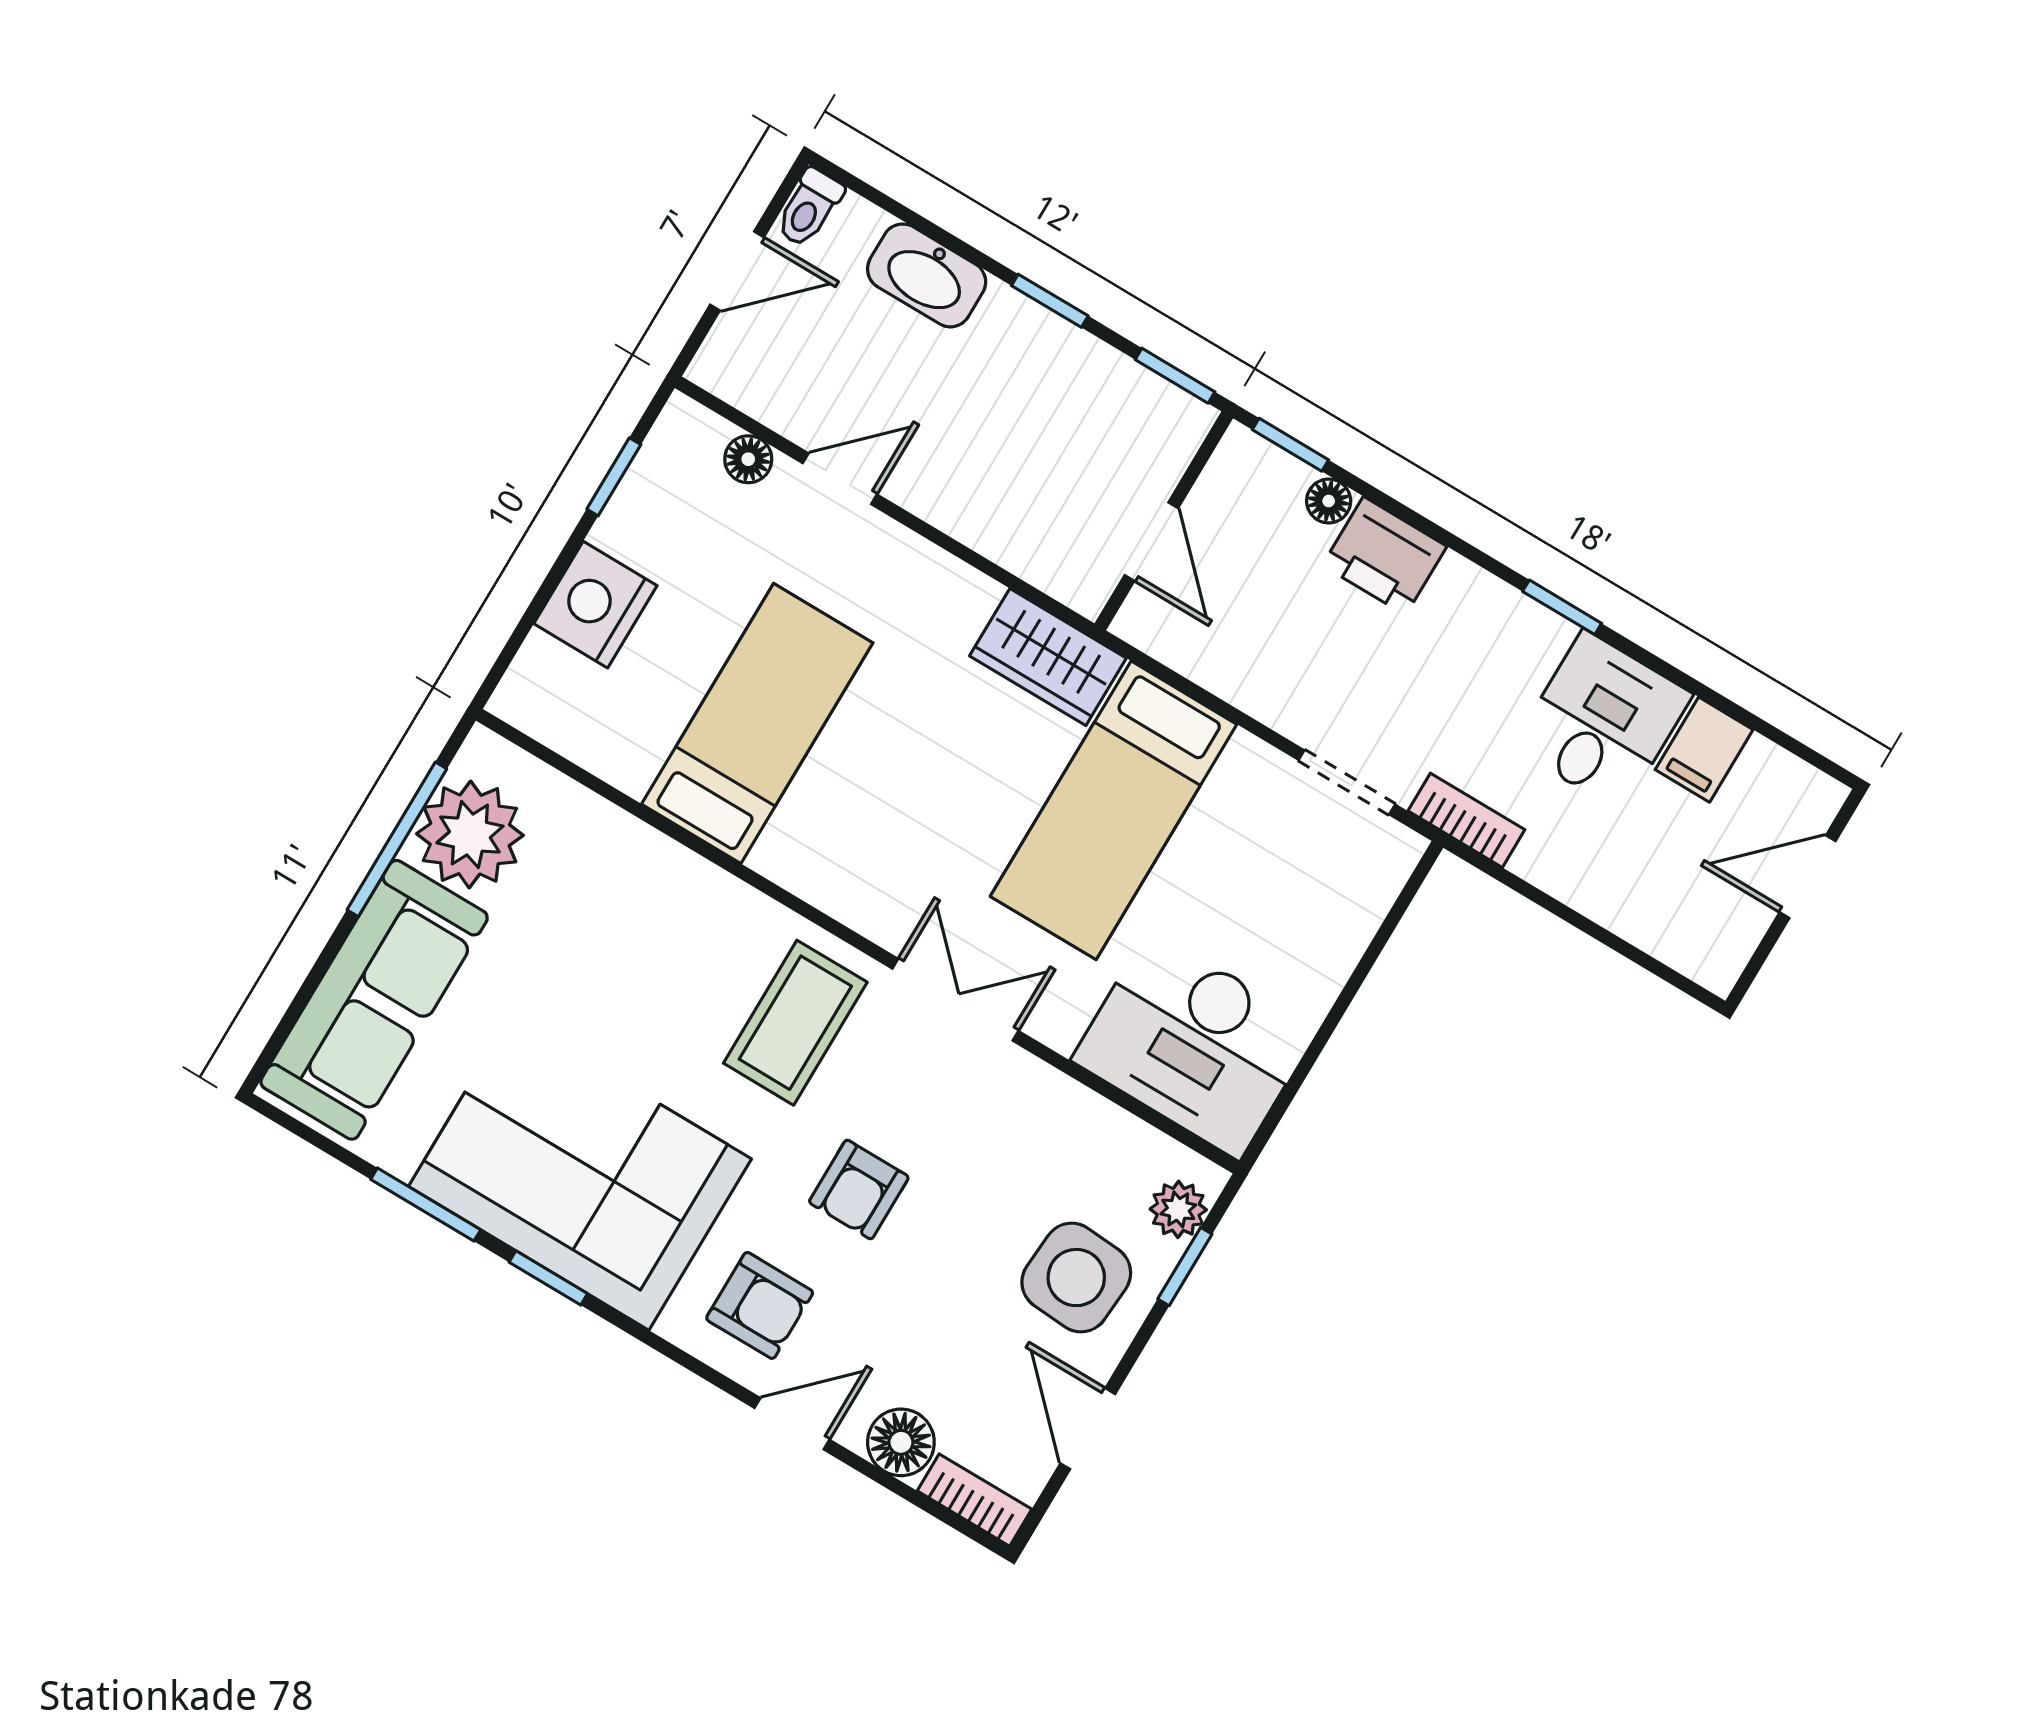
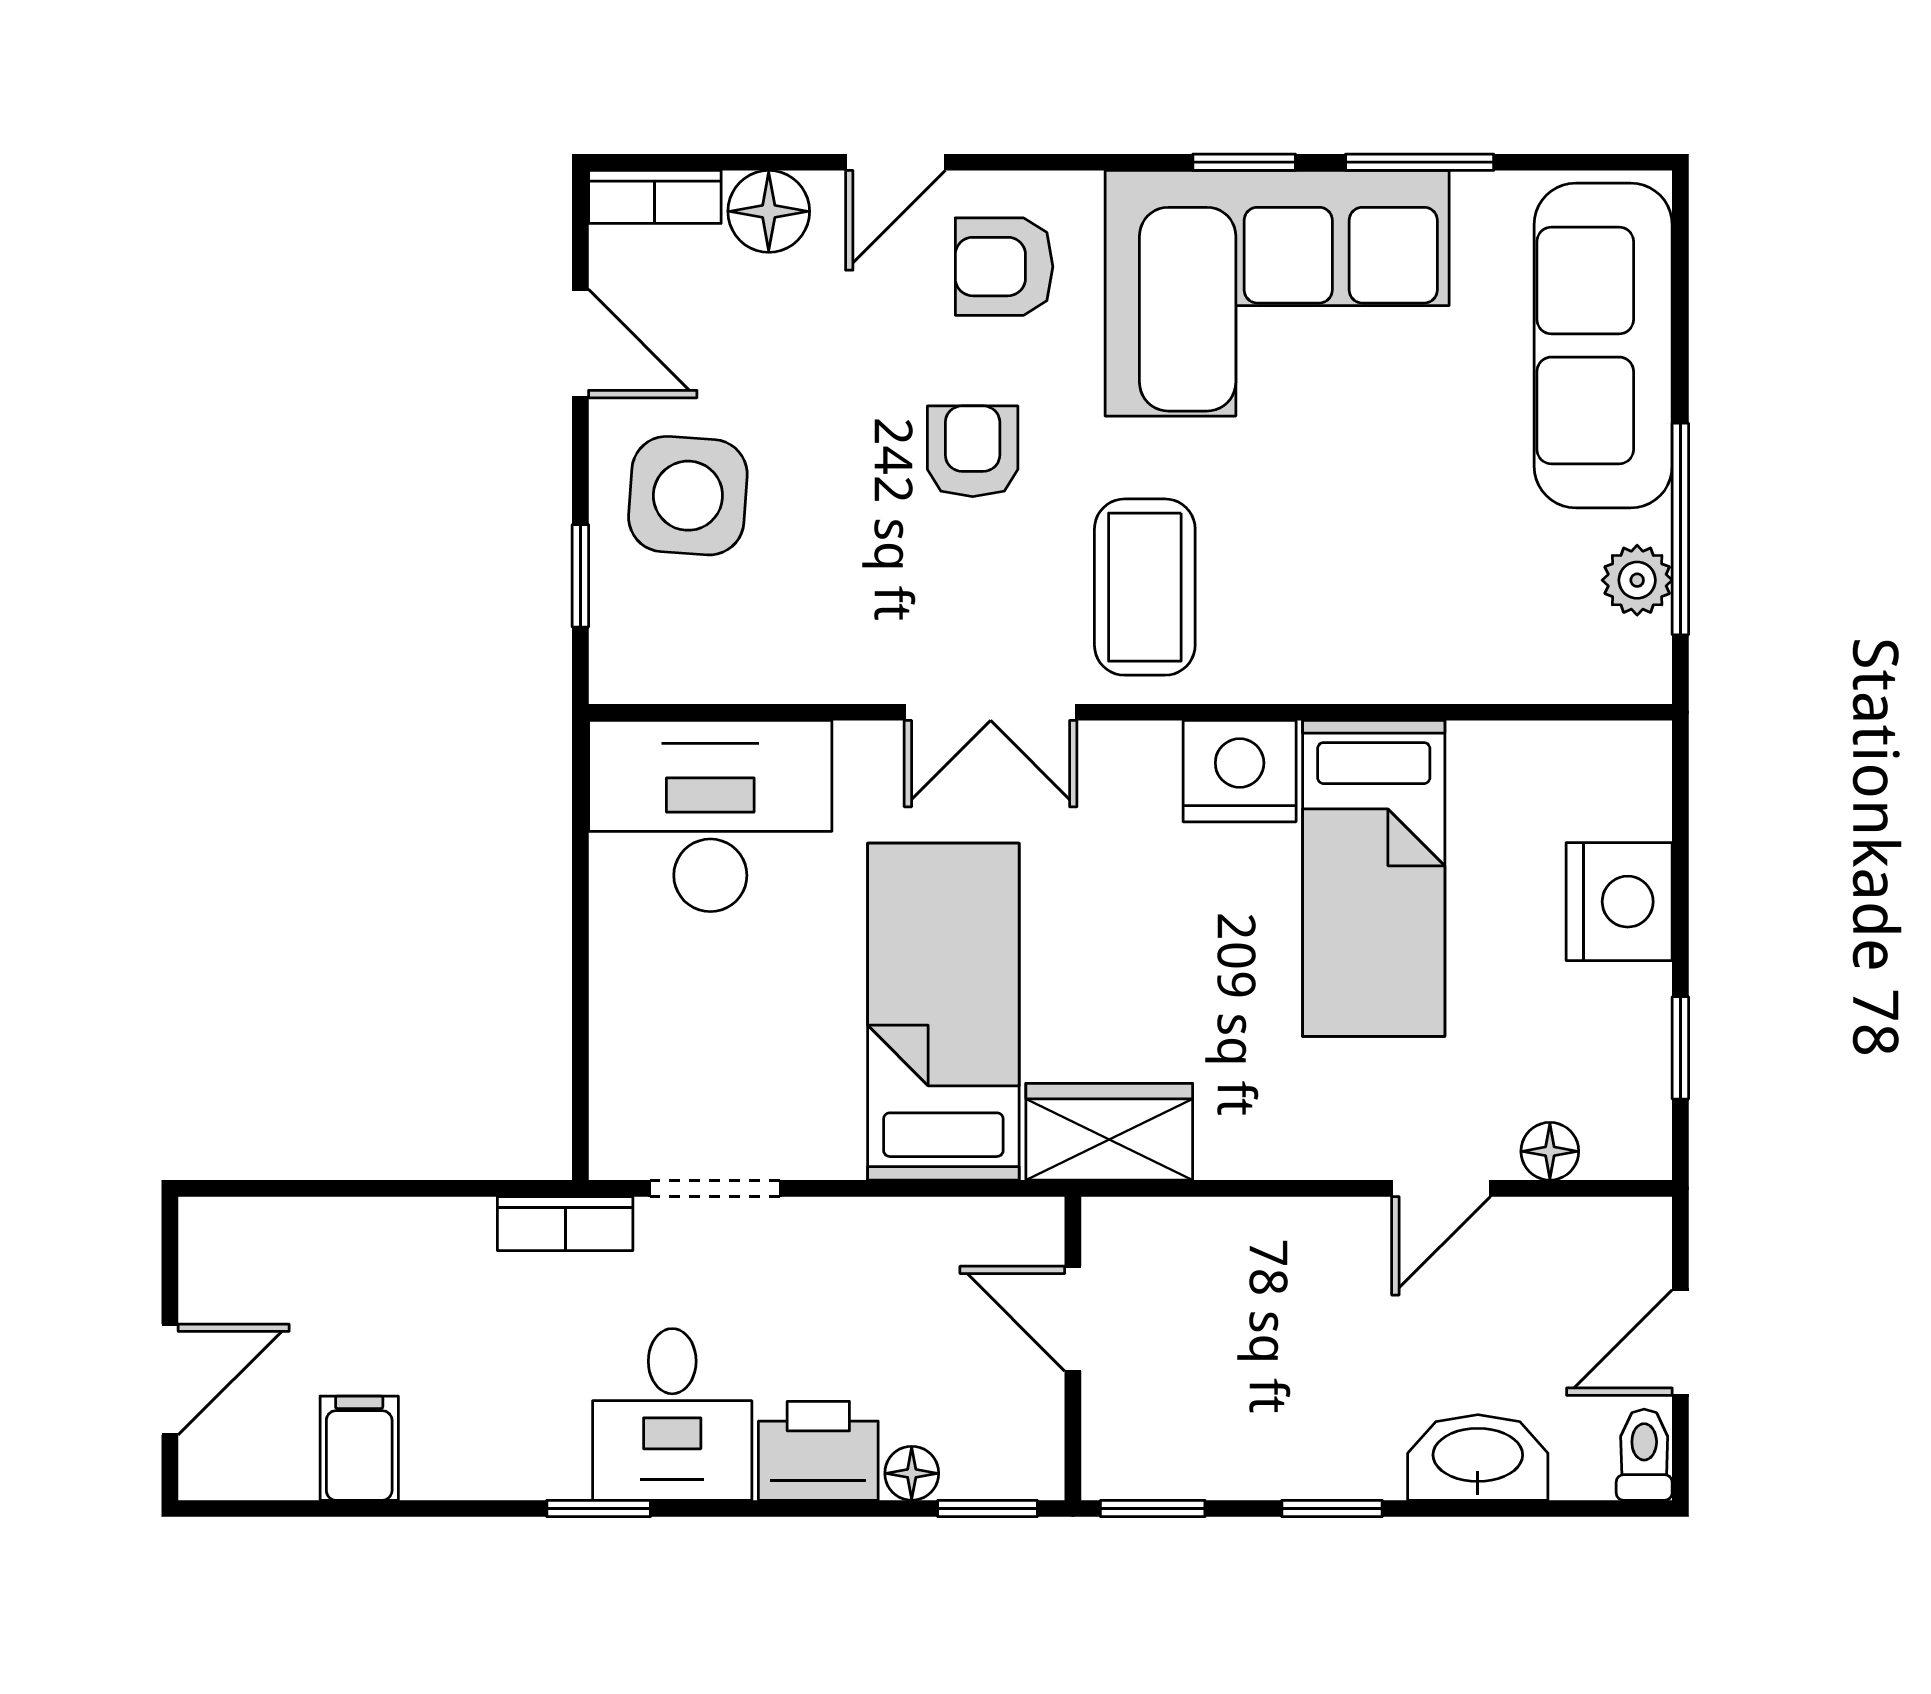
desk: (1602, 721) -> (672, 1414), moved
plant: (470, 835) -> (1637, 580), width x0.53, depth x0.53
nightstand: (806, 854) -> (1240, 771), added
plant: (1178, 1209) -> (623, 632), removed

